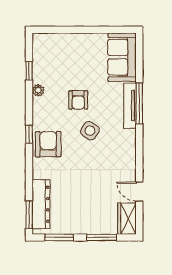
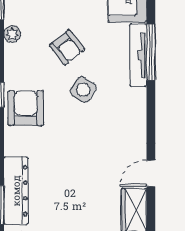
armchair: (78, 100) -> (67, 47), turned -39
door: (139, 192) -> (151, 173), hinge flipped

